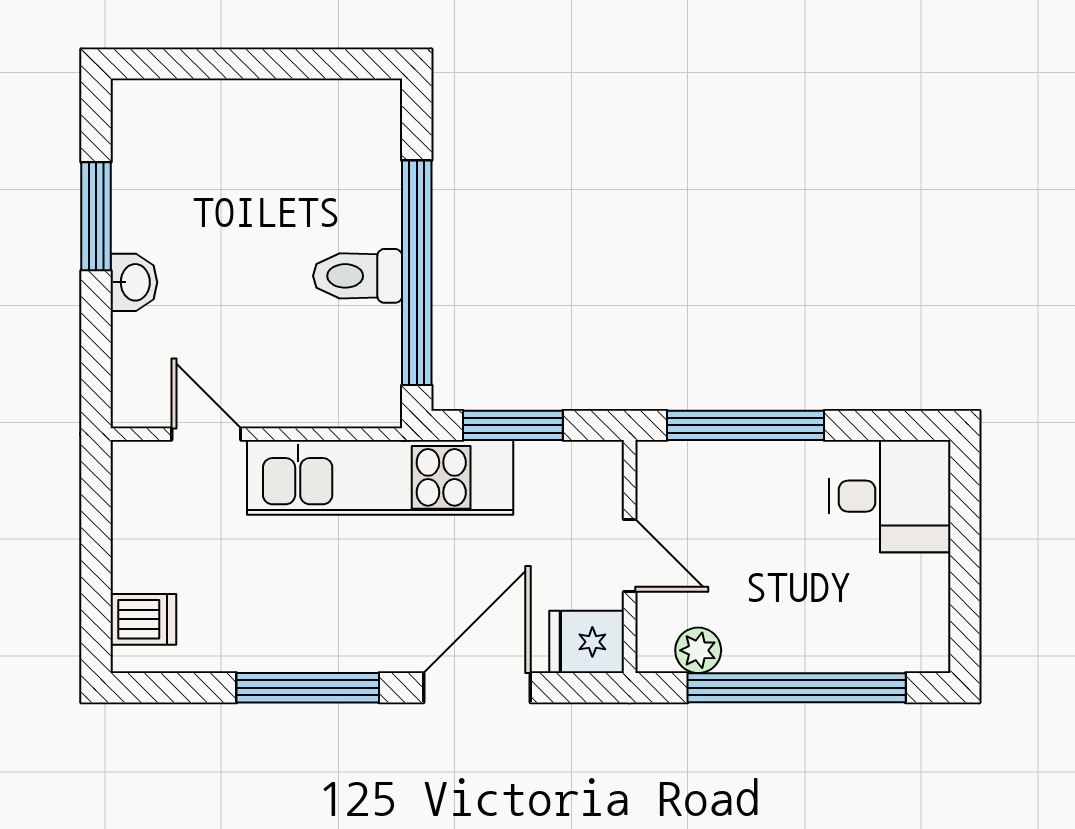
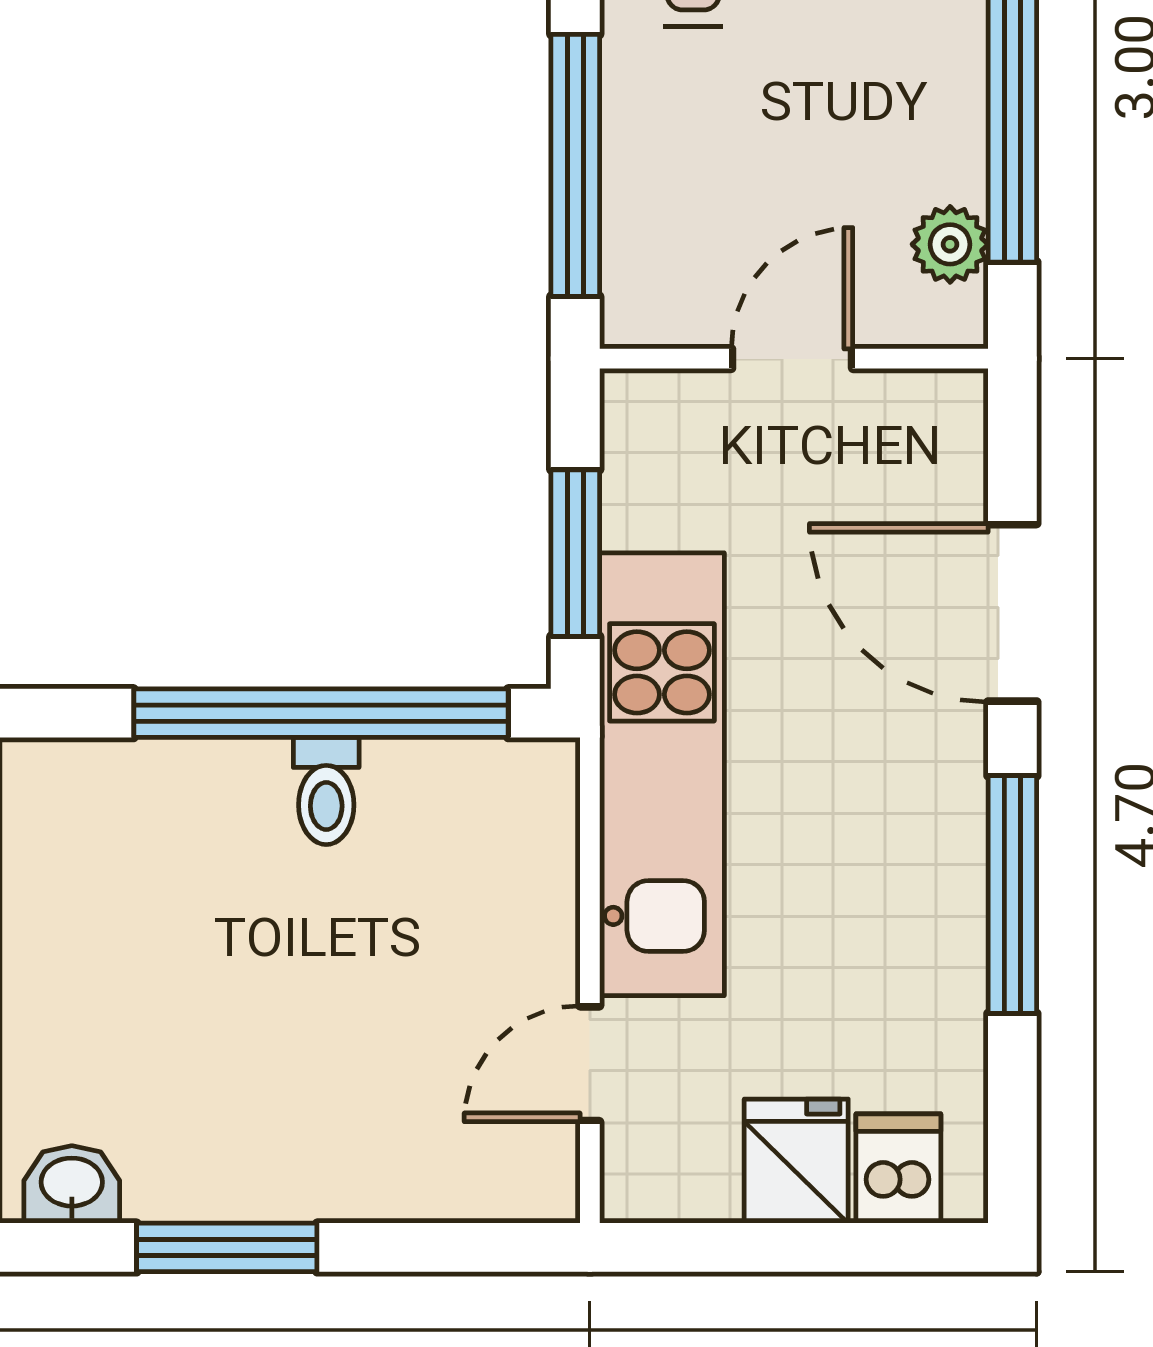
toilet: (358, 276) -> (326, 791), width x0.73, depth x0.72
washbasin: (134, 282) -> (72, 1184), moved
fridge: (587, 642) -> (796, 1161), moved, turned 180

